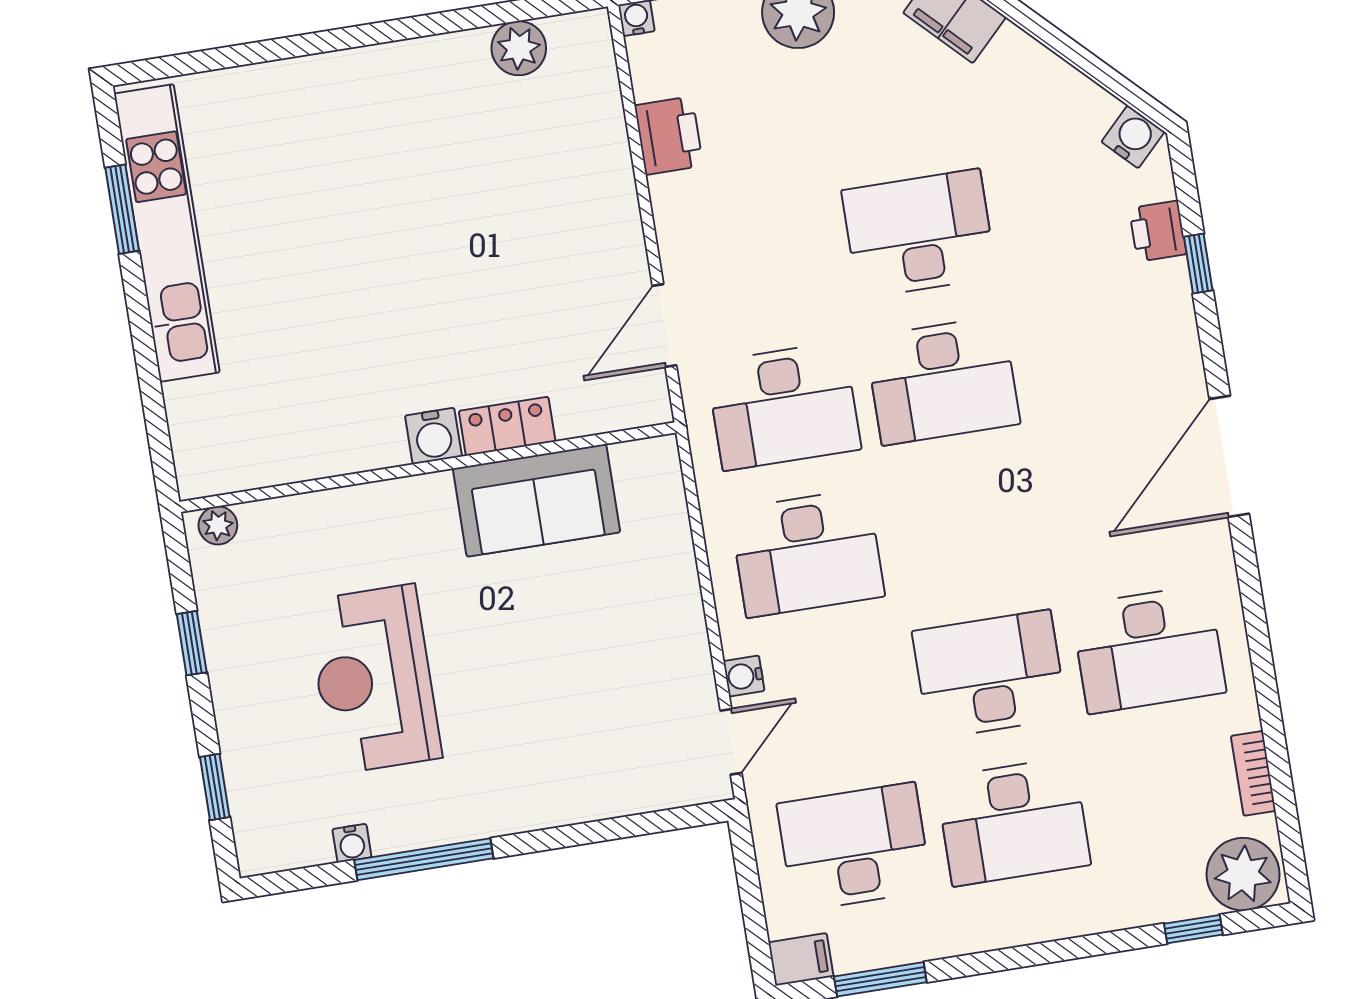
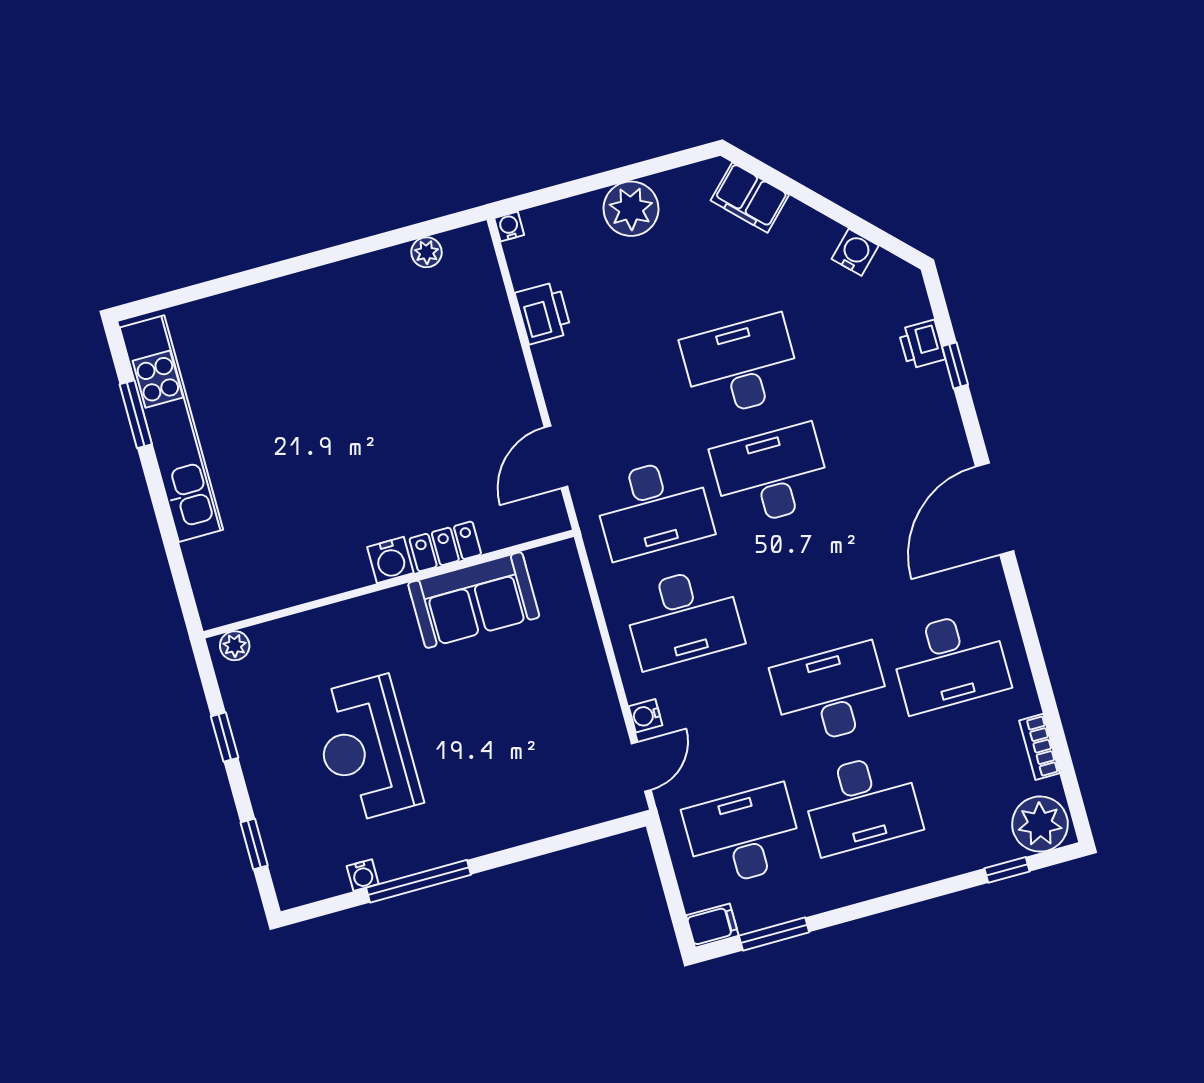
plant: (519, 48) -> (426, 252), width x0.73, depth x0.73
water cooler: (1133, 137) -> (855, 252), moved
desk: (943, 381) -> (771, 475), turned 180

